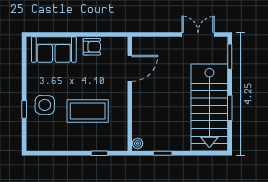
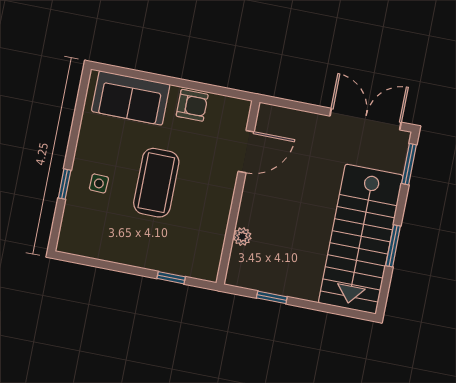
double door: (198, 35) -> (366, 119), width x1.37
side table: (45, 105) -> (99, 183), width x0.54, depth x0.54
coffee table: (88, 111) -> (156, 183), moved, turned 90
plant: (138, 143) -> (242, 237), moved

